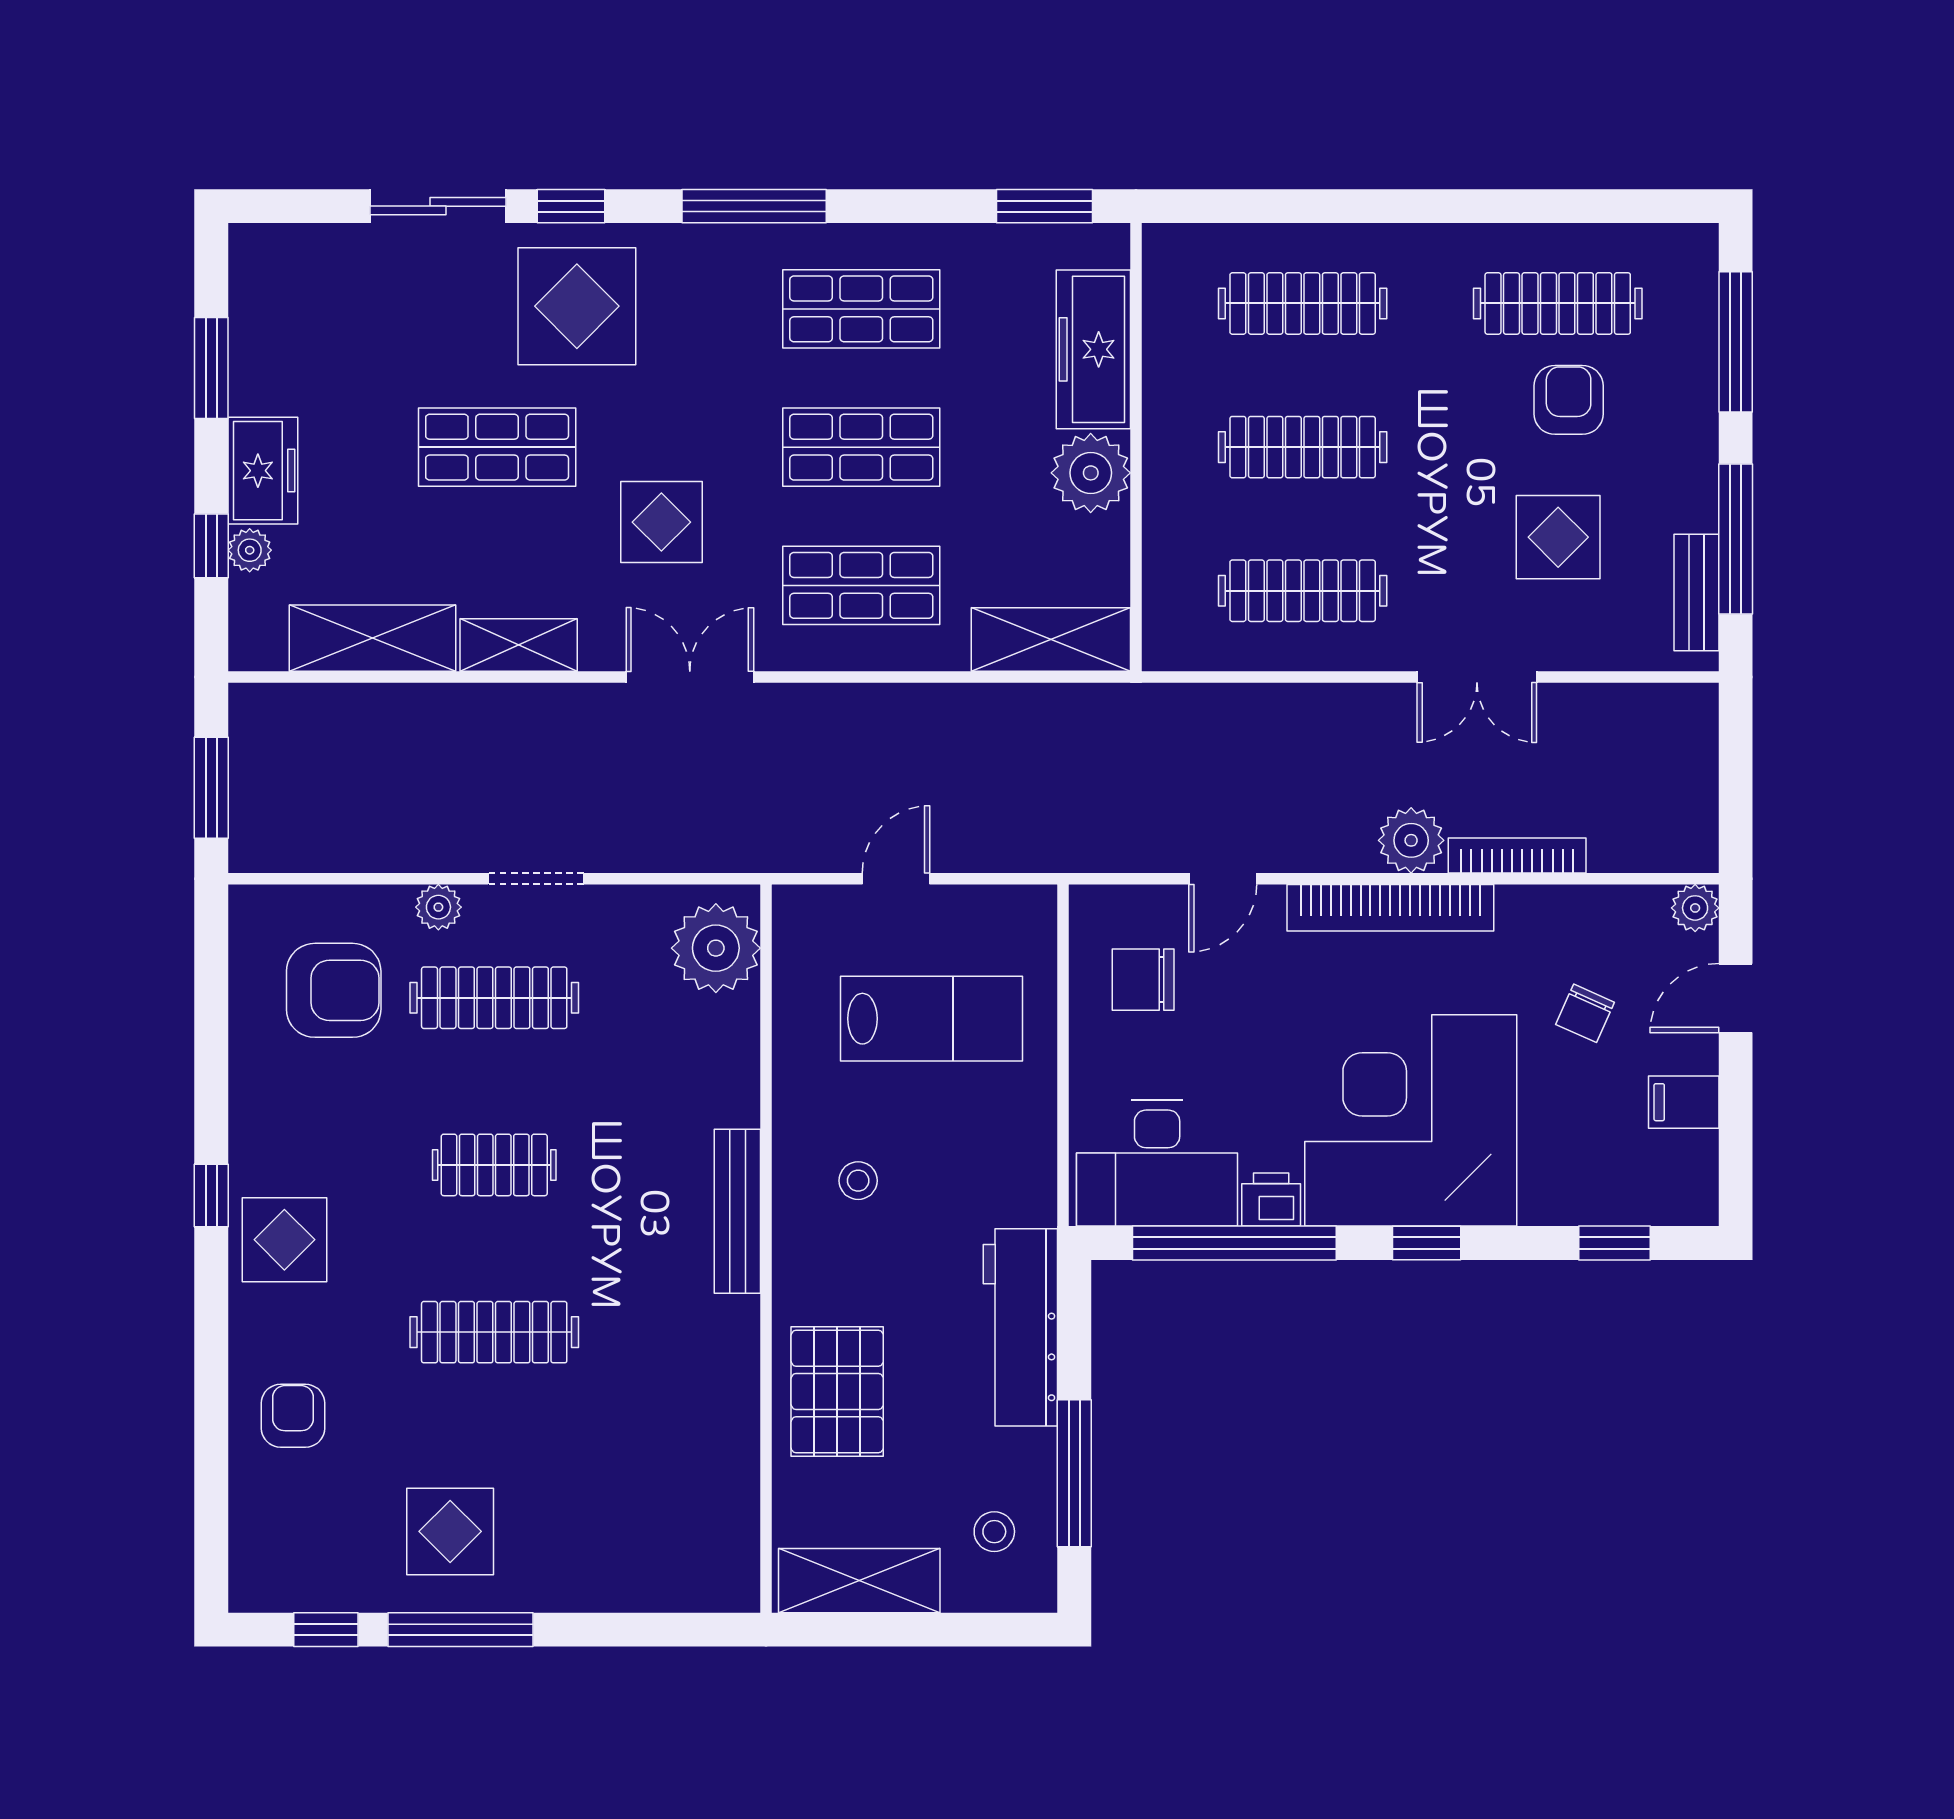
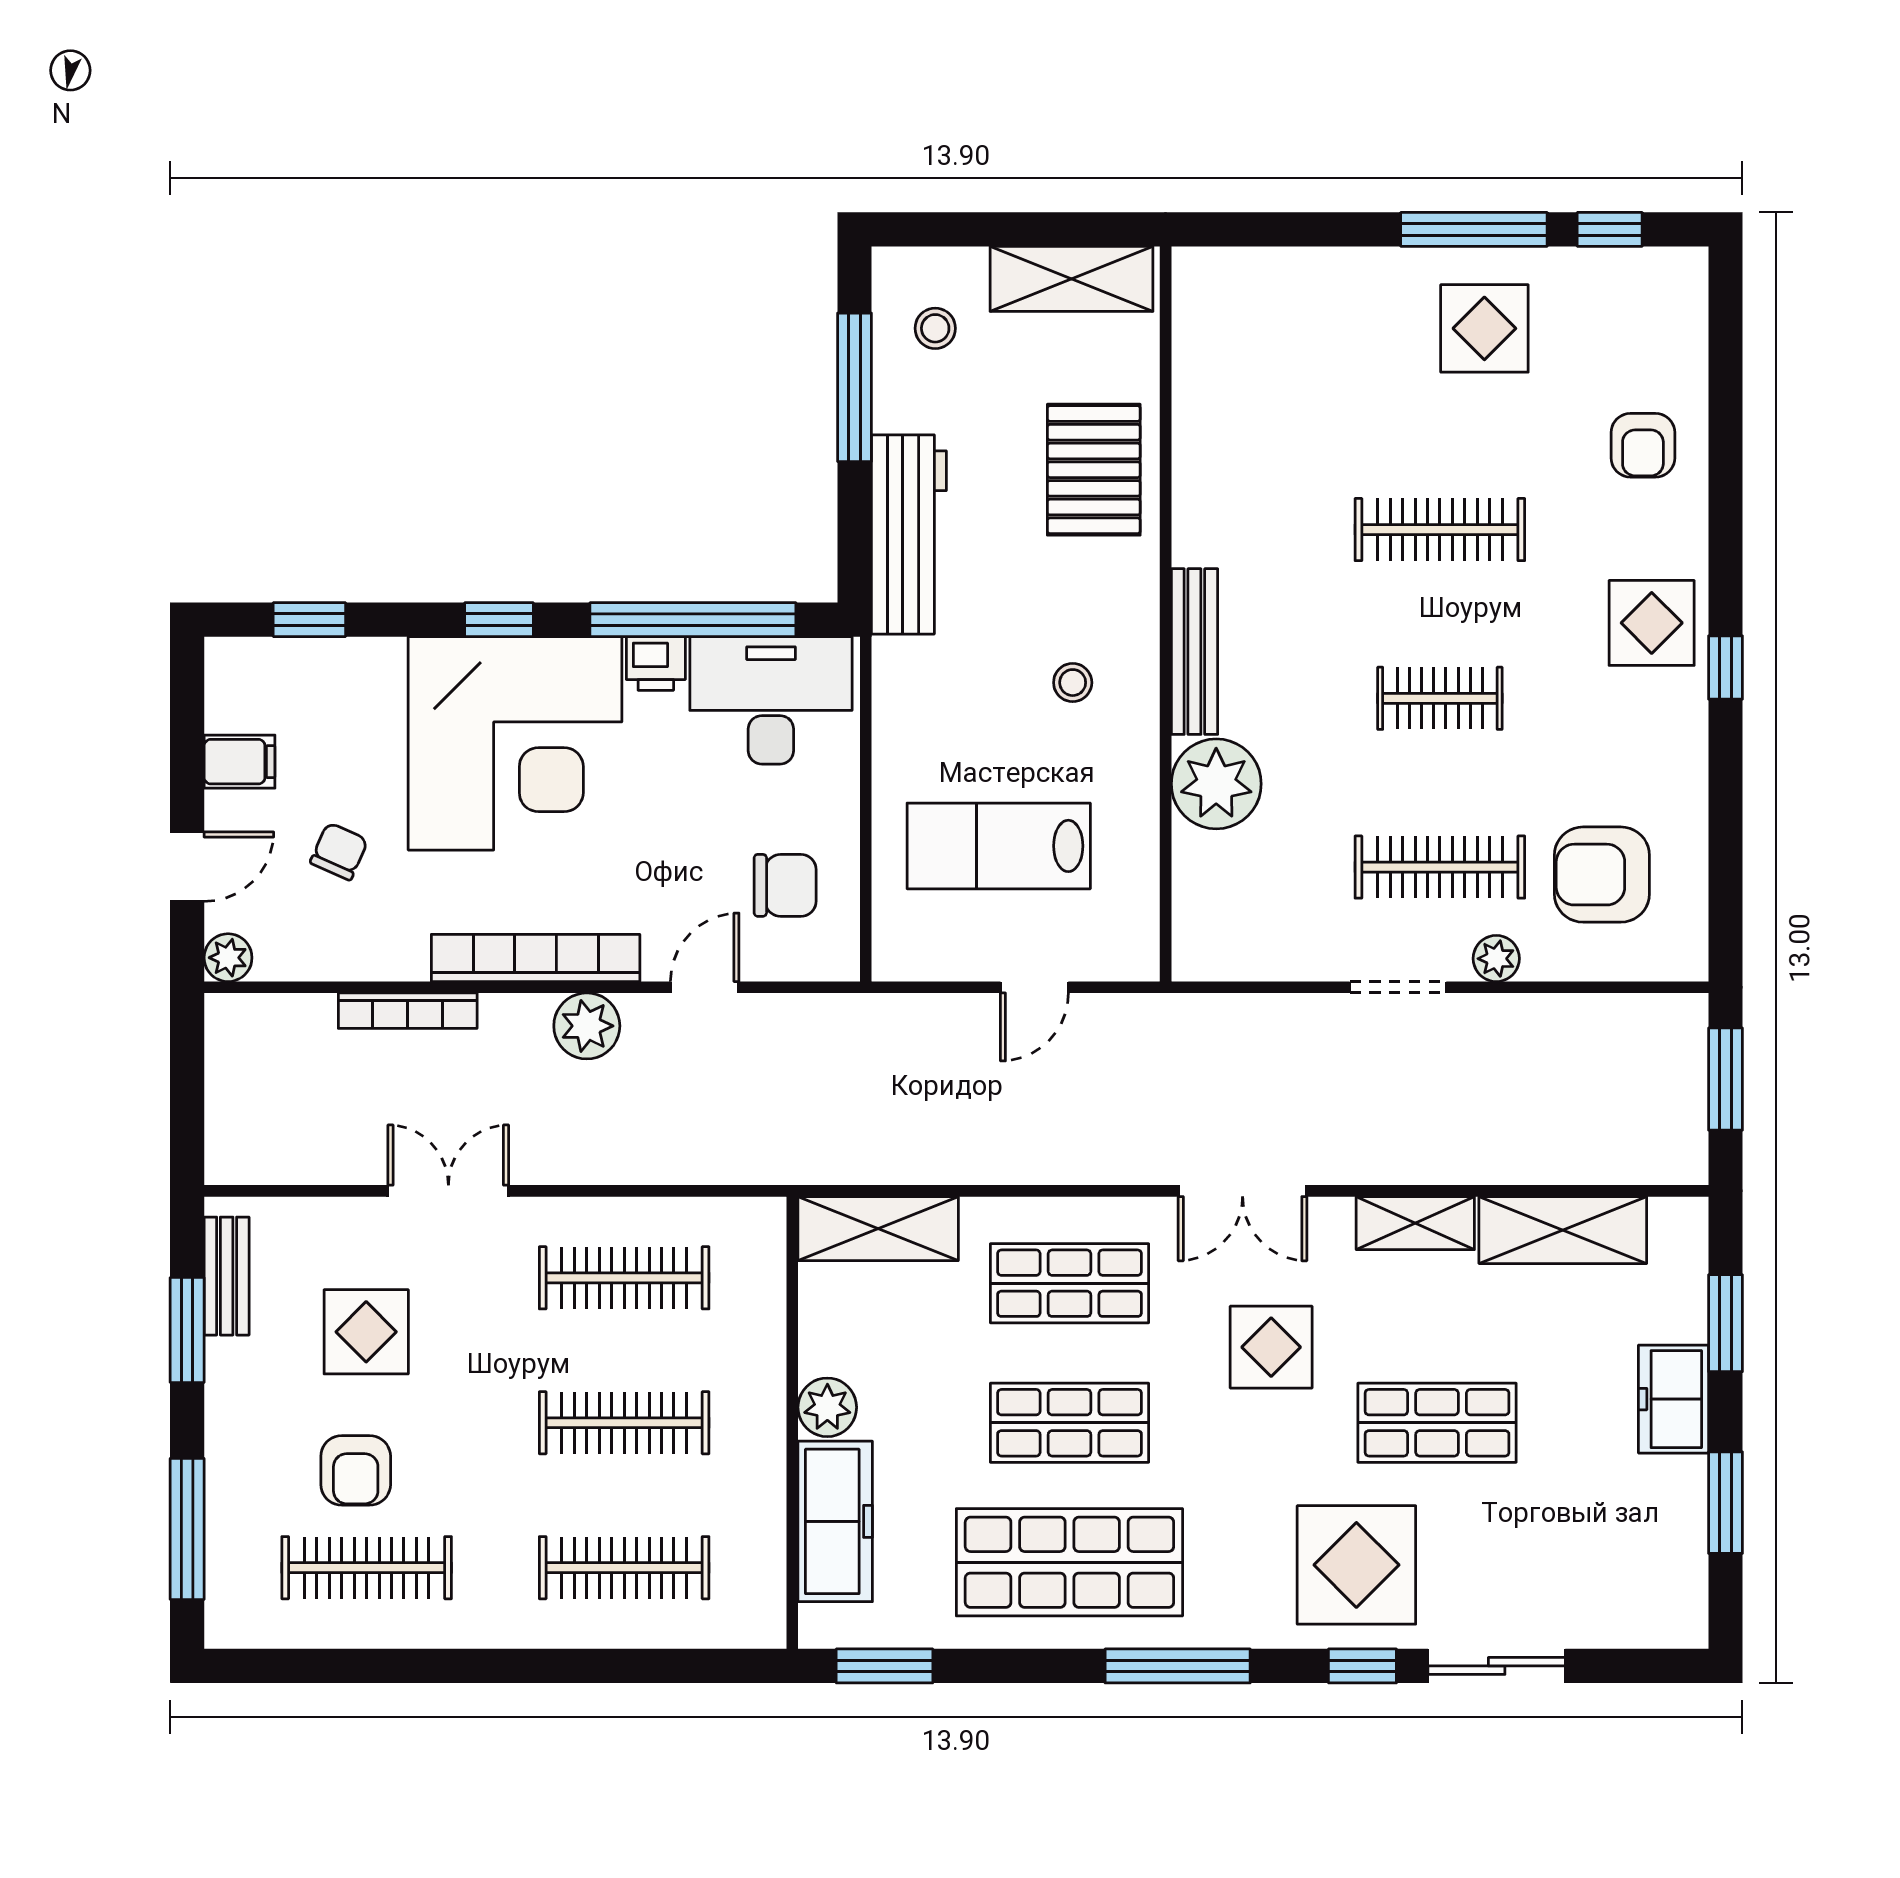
shop shelf: (861, 309) -> (1069, 1562), width x1.43, depth x1.36
plant: (1091, 473) -> (827, 1407), width x0.73, depth x0.73
window: (1736, 539) -> (187, 1330), width x0.69
window: (211, 546) -> (1726, 1323), width x1.50
plant: (250, 550) -> (1687, 1319), removed
plant: (1411, 840) -> (587, 1026), moved
plant: (716, 948) -> (1216, 784), moved

